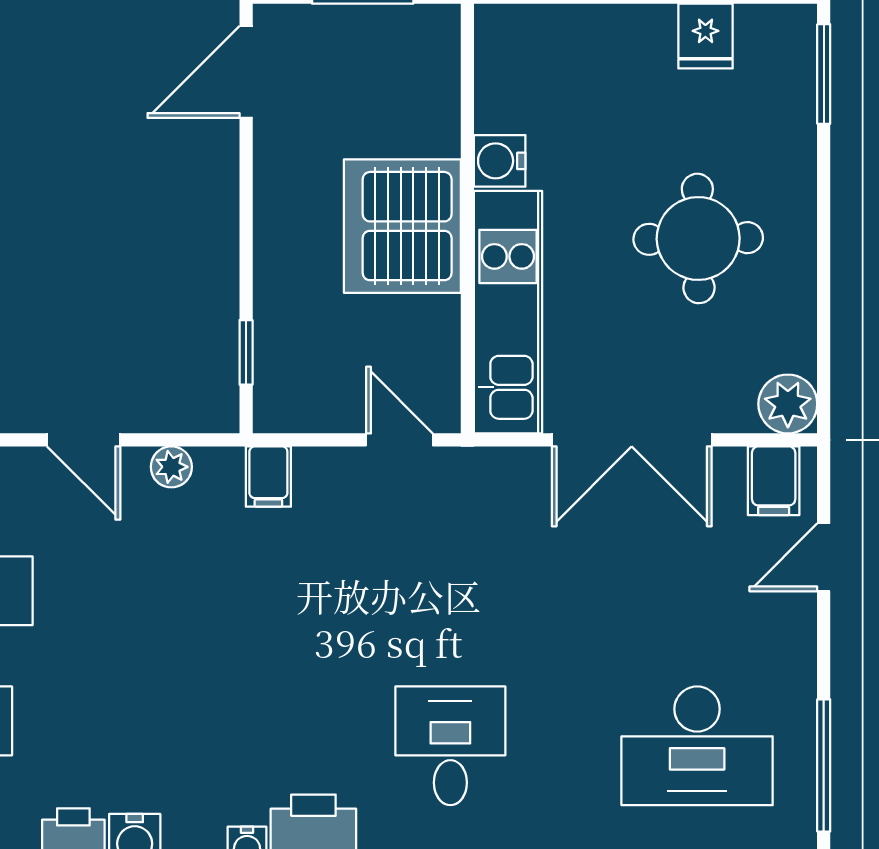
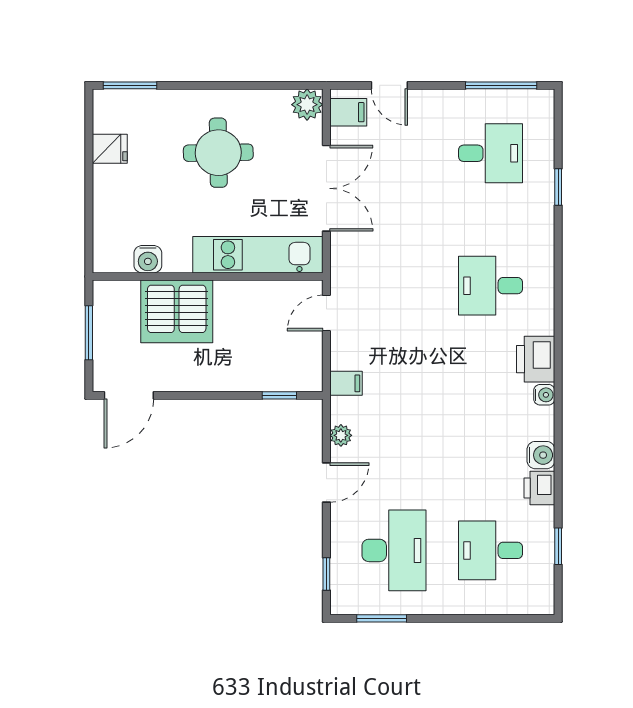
door: (246, 72) -> (129, 395), hinge flipped
water cooler: (500, 161) -> (148, 259), moved
server rack: (402, 226) -> (177, 311), moved
desk: (697, 746) -> (491, 153), width x0.73

